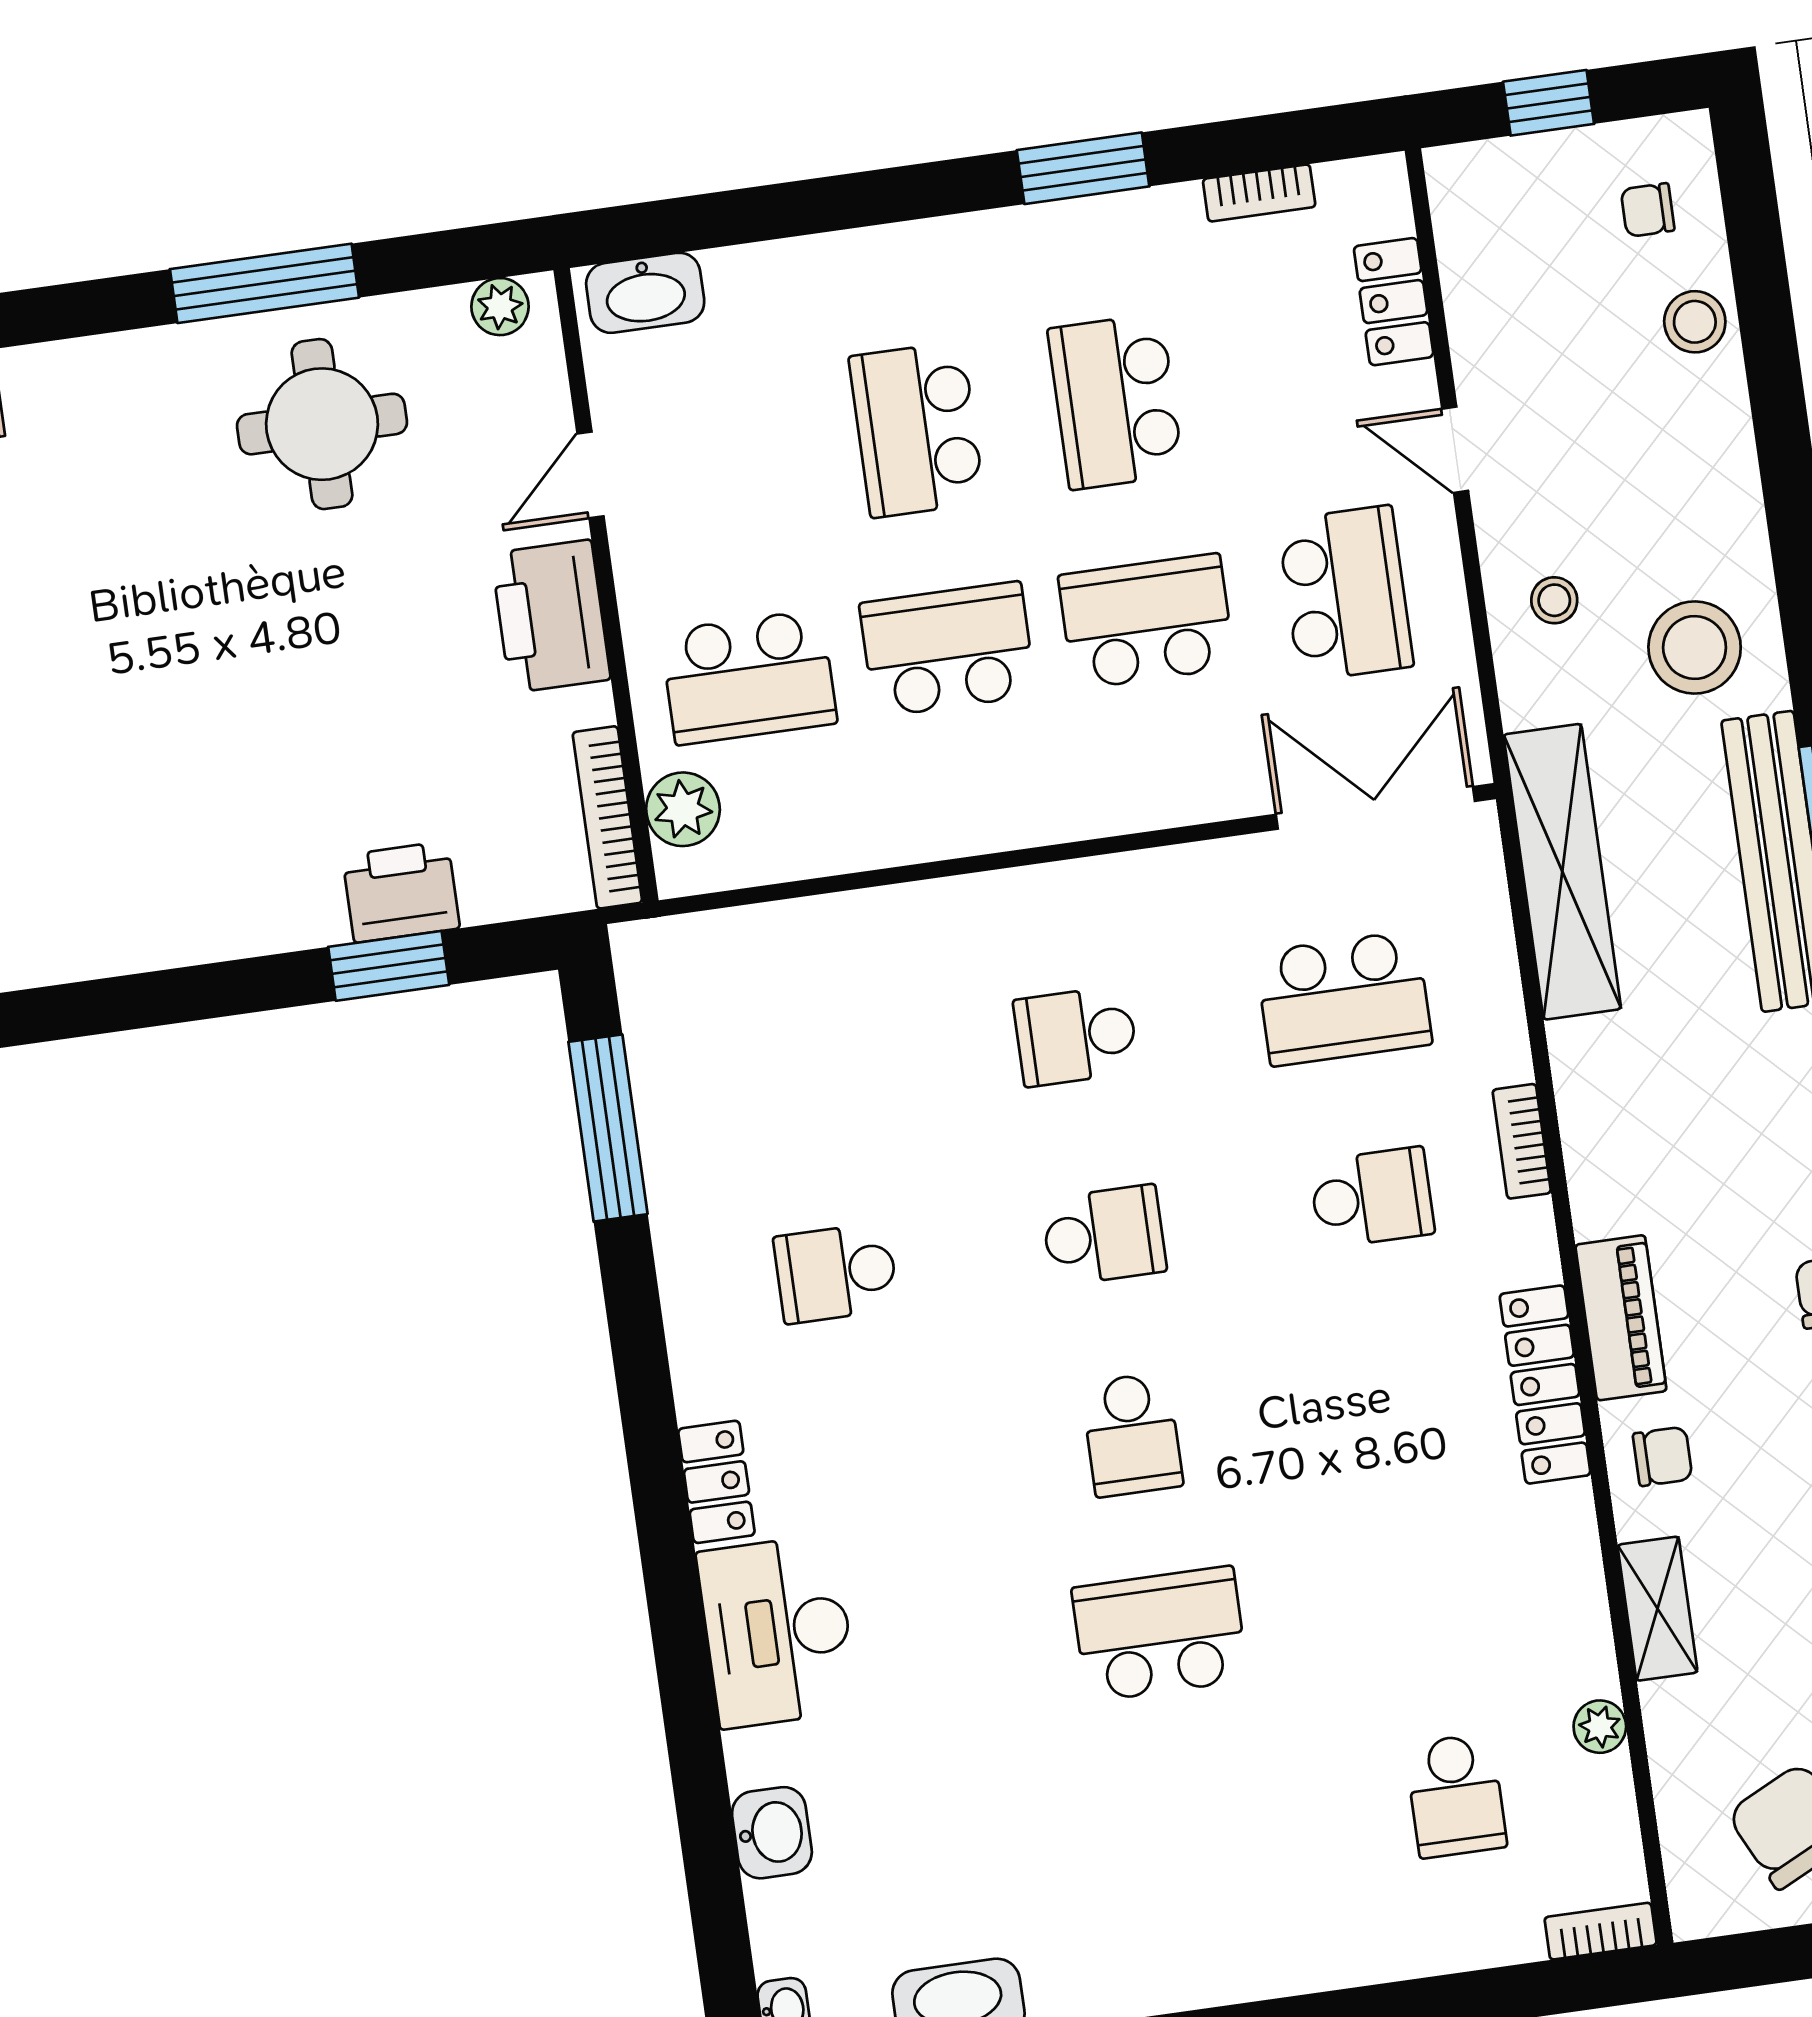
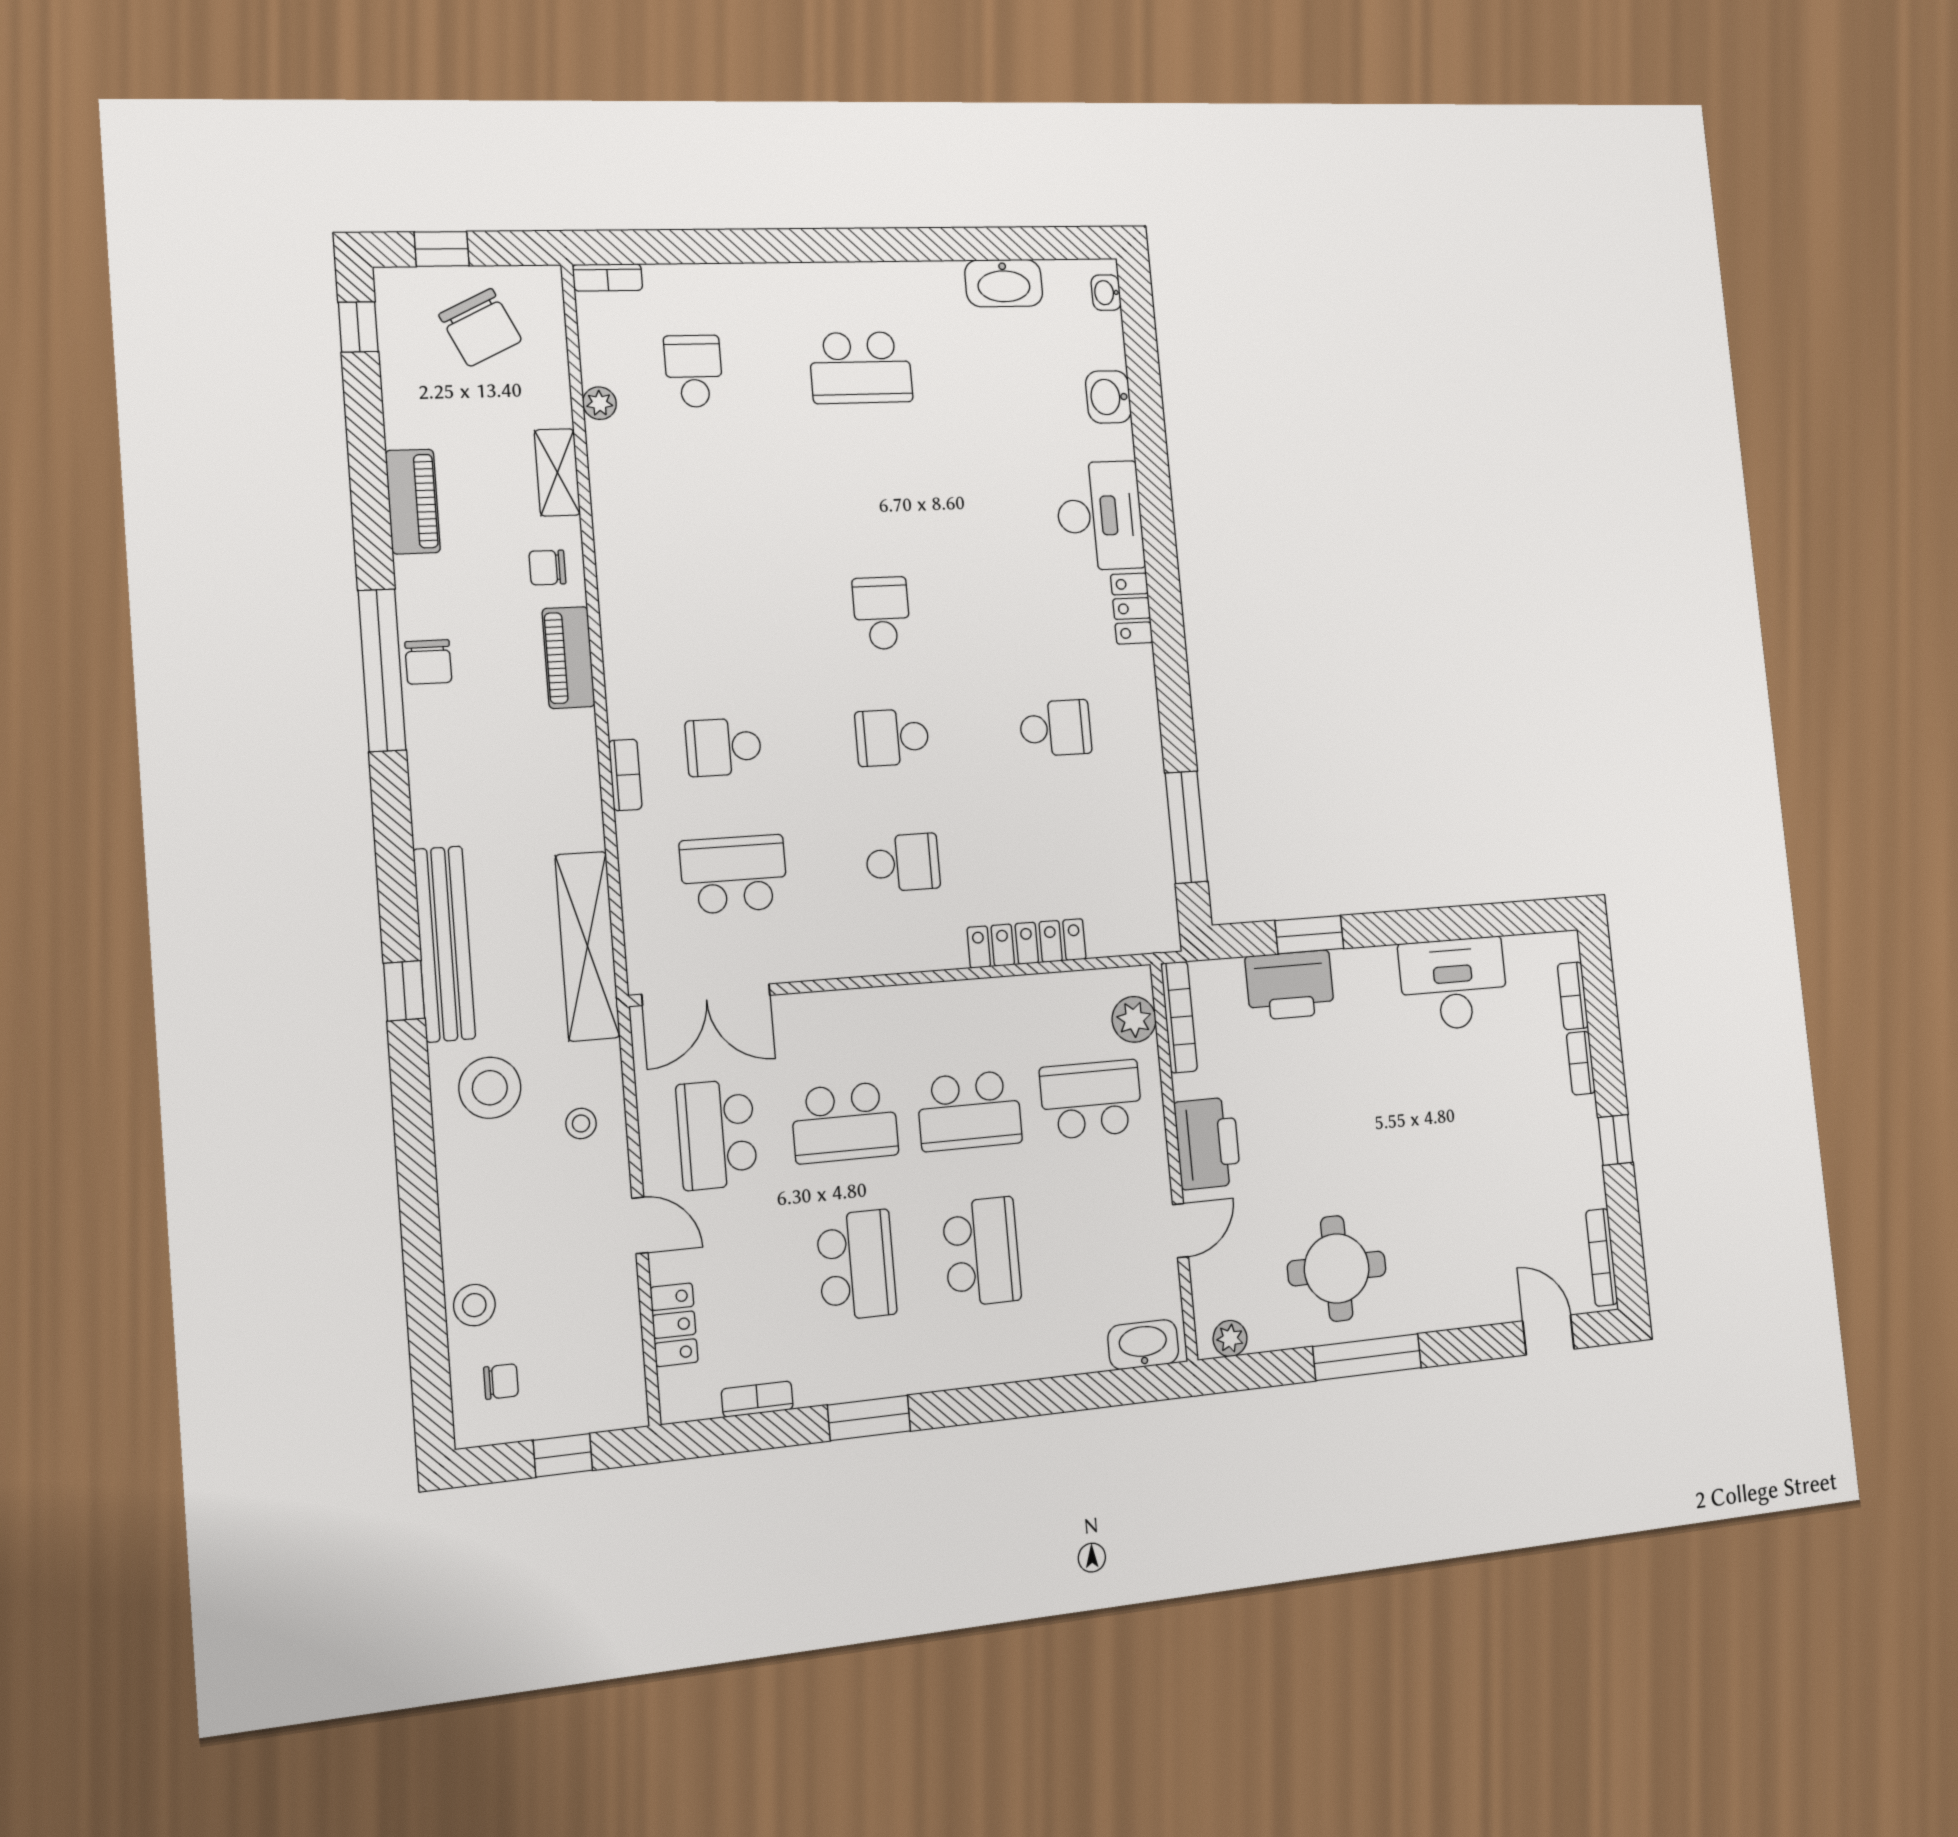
printer: (401, 892) -> (1290, 985), width x1.37, depth x1.19
desk: (132, 900) -> (1454, 984), added
locker: (1545, 1385) -> (1027, 943), moved, turned -90
school desk: (1160, 1634) -> (861, 368), moved

